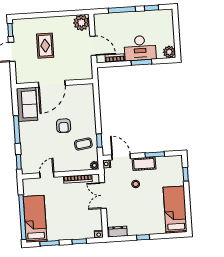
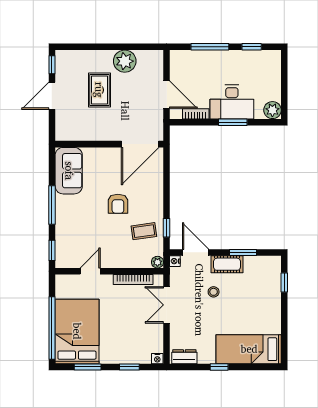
plant: (81, 23) -> (125, 61), moved
door: (52, 84) -> (140, 144), moved
bed: (175, 210) -> (249, 349), moved, turned -90
bed: (35, 219) -> (77, 331), width x1.50

